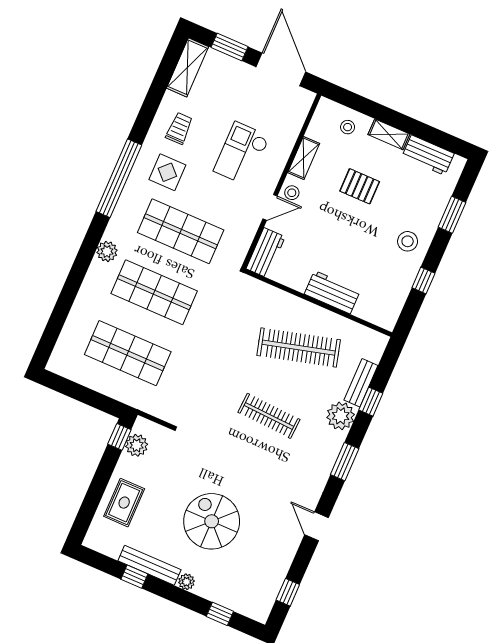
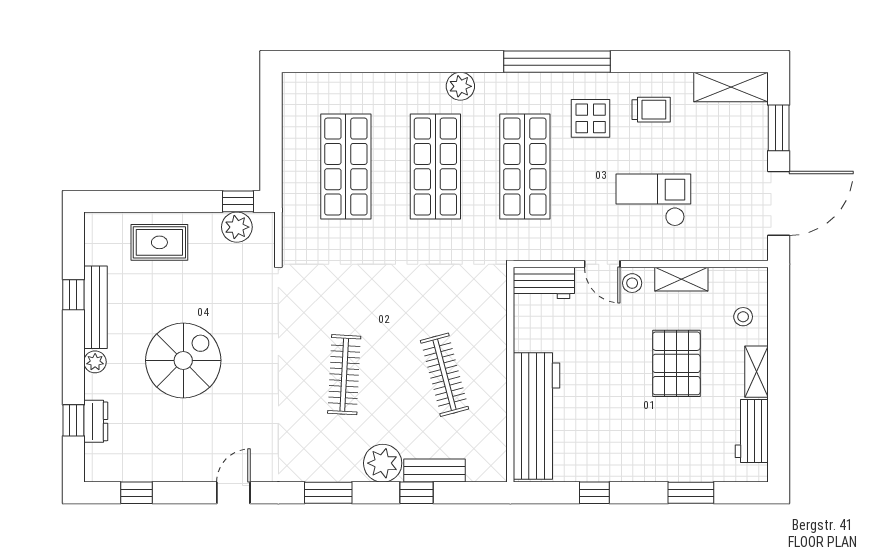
pallet: (360, 186) -> (676, 363), width x1.50, depth x1.42
stool: (408, 241) -> (634, 452), removed
workbench: (332, 292) -> (537, 416), width x1.88, depth x1.32
clothes rail: (299, 348) -> (444, 375), width x0.73, depth x0.76
dresser: (227, 599) -> (96, 421), added

